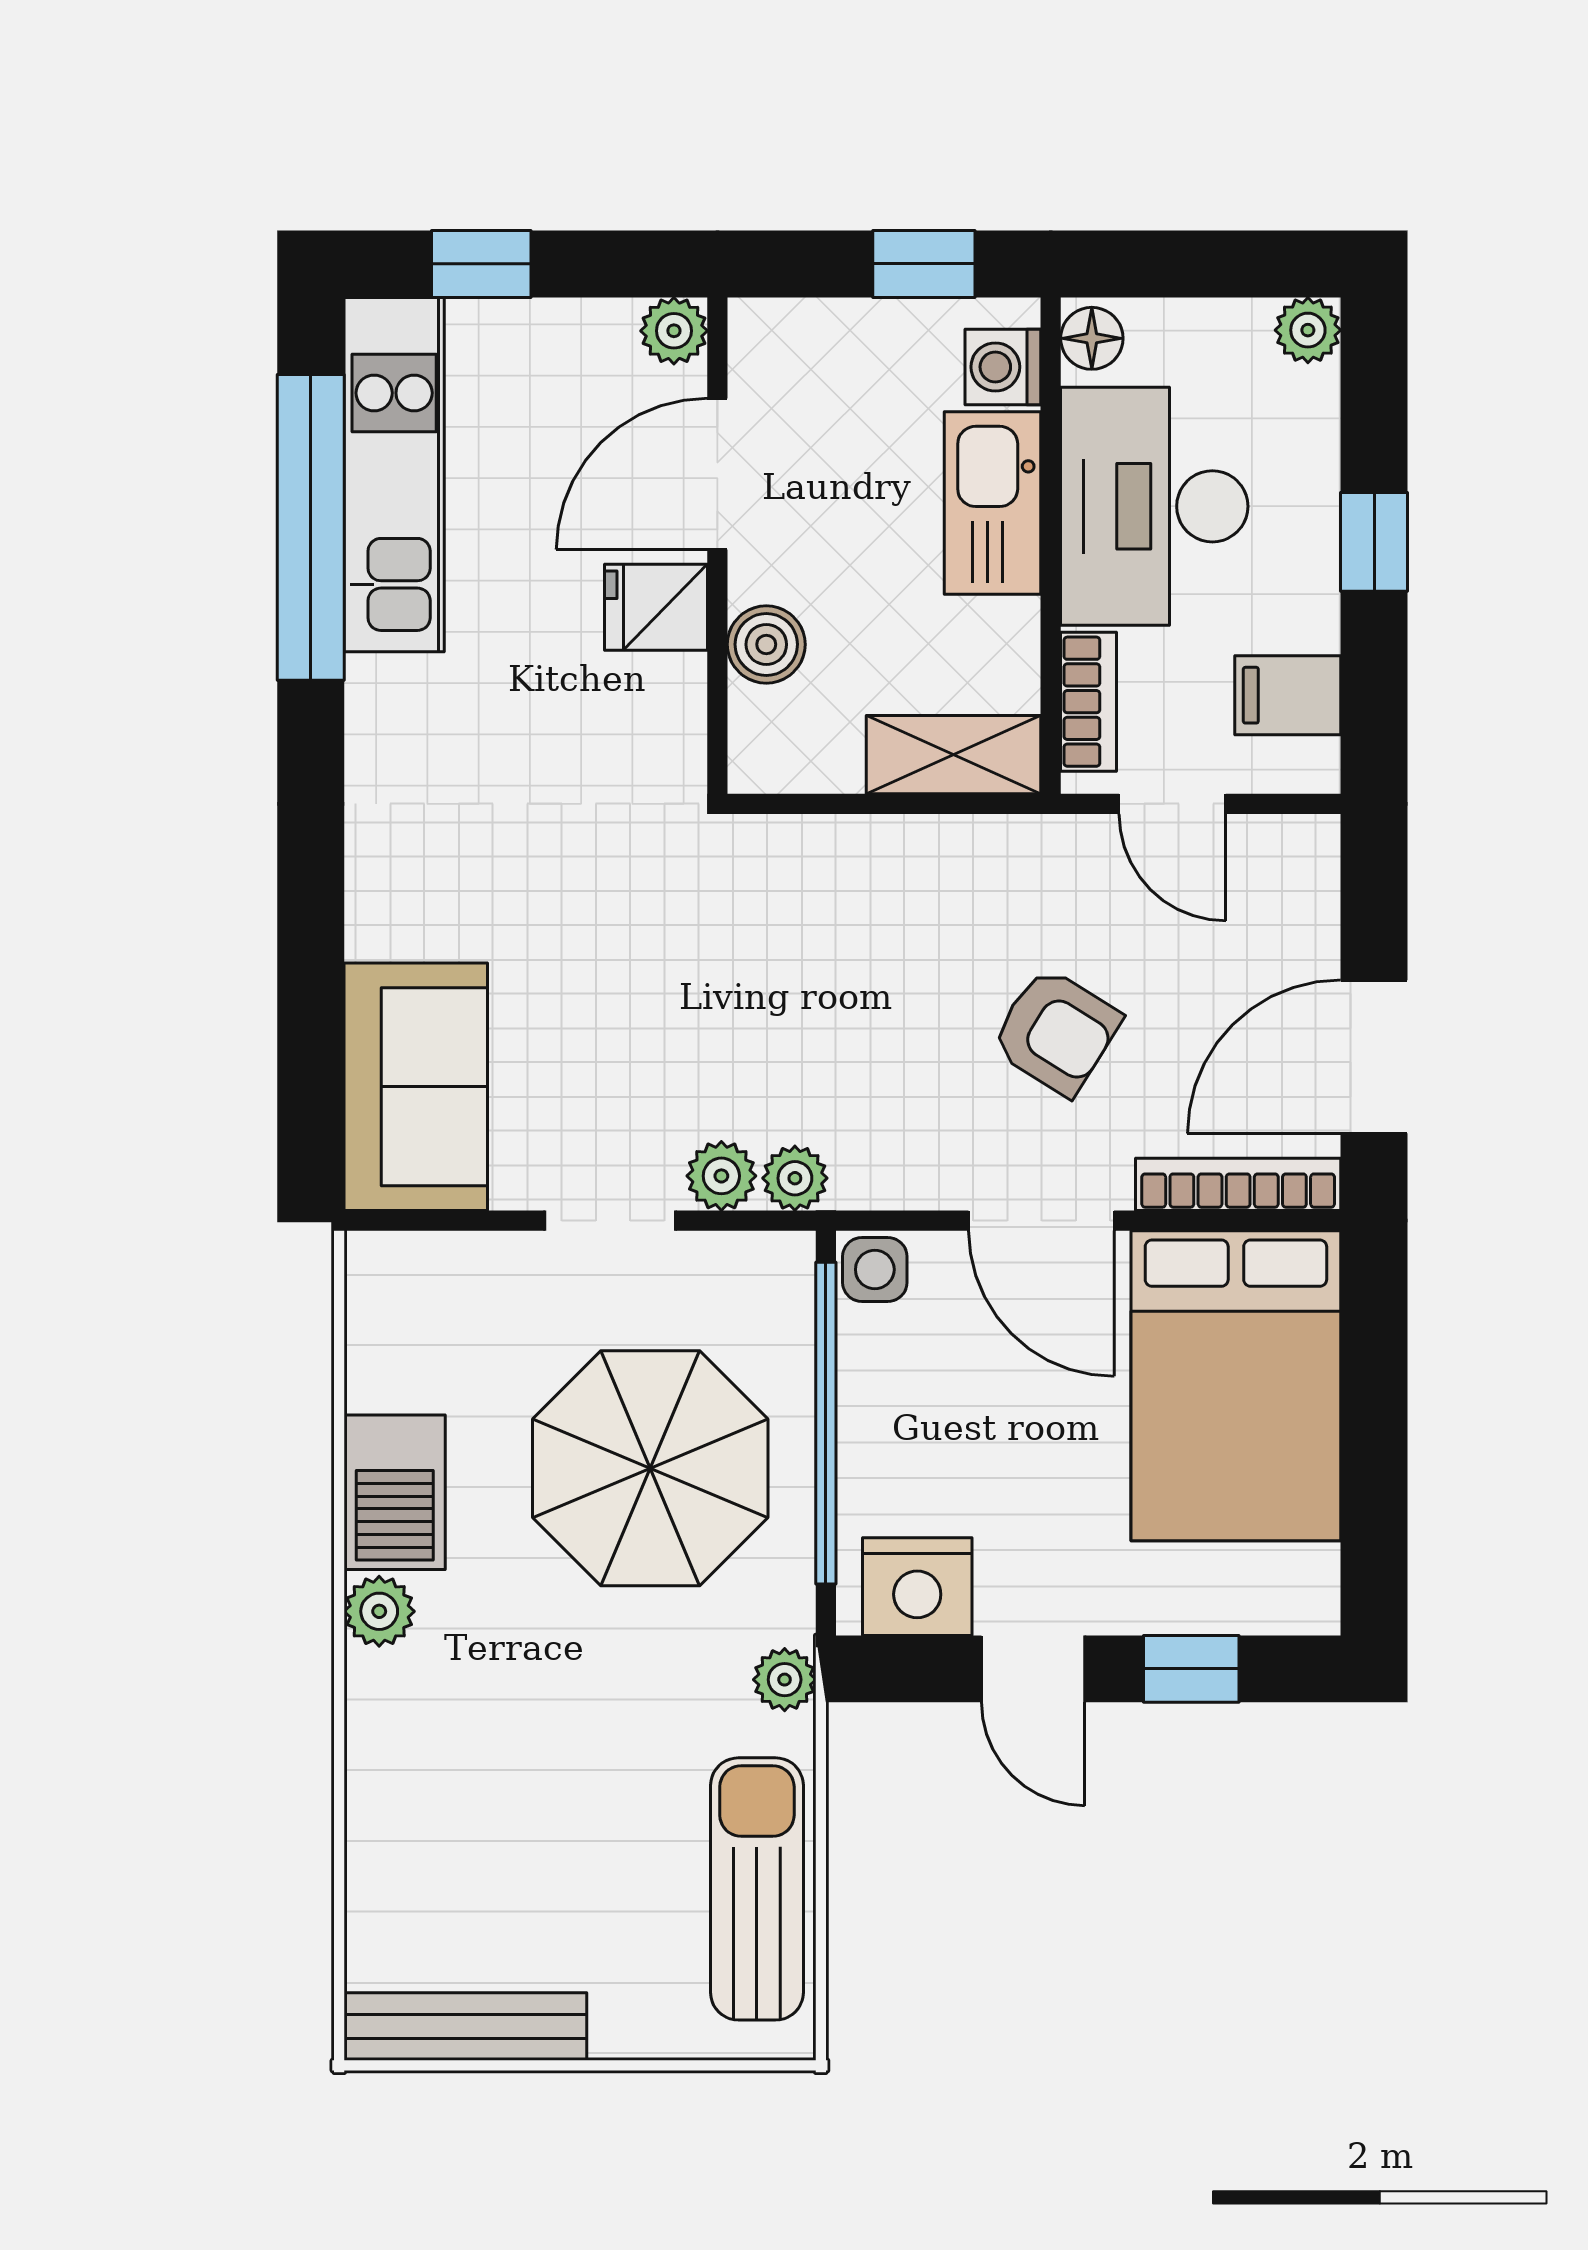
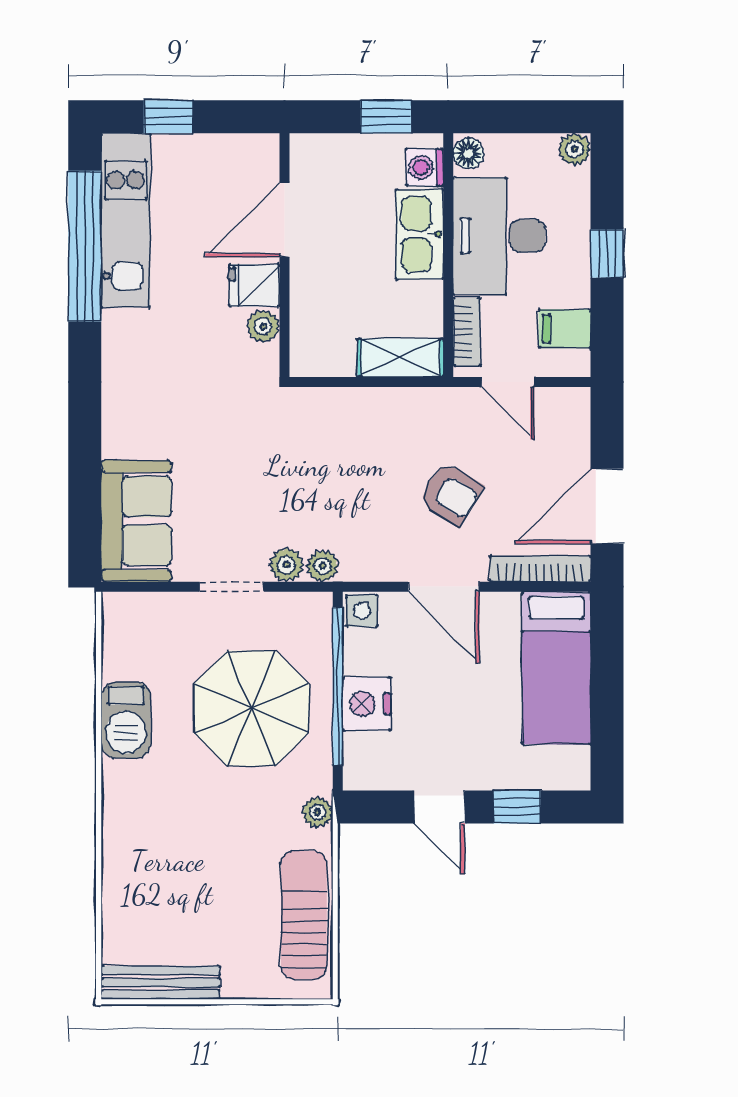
plant: (674, 331) -> (263, 326), moved
boiler: (766, 644) -> (308, 304), removed
bed: (1236, 1386) -> (556, 668), width x0.67
nightstand: (917, 1587) -> (367, 704), moved, turned 90
plant: (379, 1611) -> (118, 779), removed

